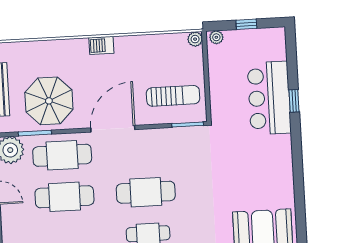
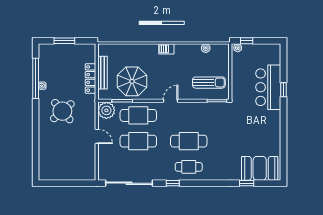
window: (246, 24) -> (247, 41), moved
plant: (195, 39) -> (206, 48), moved
door: (113, 129) -> (171, 101), width x0.53

